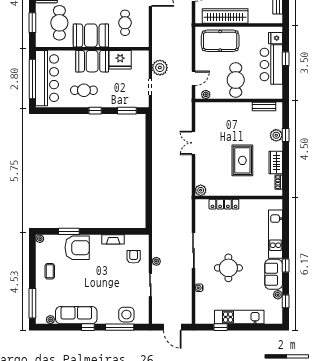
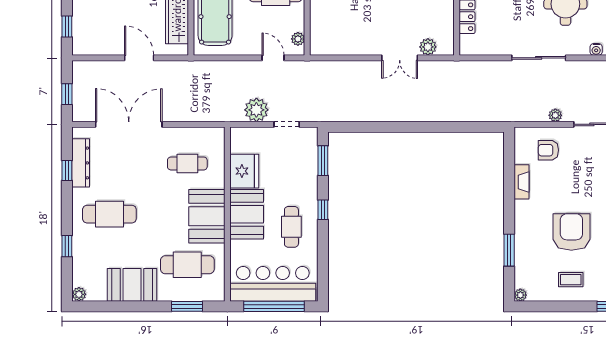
double door: (193, 143) -> (400, 58), moved
plant: (201, 190) -> (428, 47), moved
armchair: (77, 248) -> (571, 232), moved

